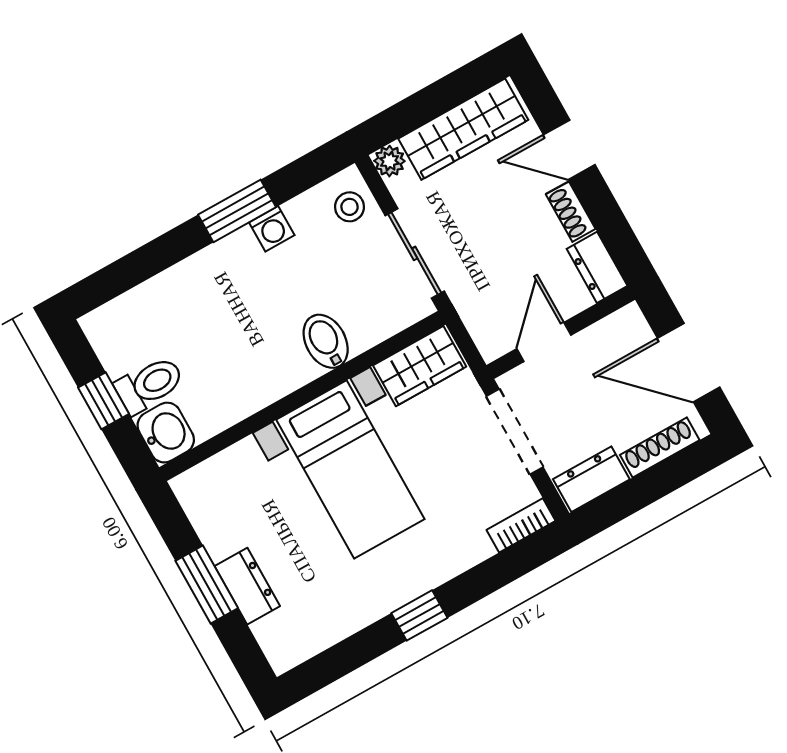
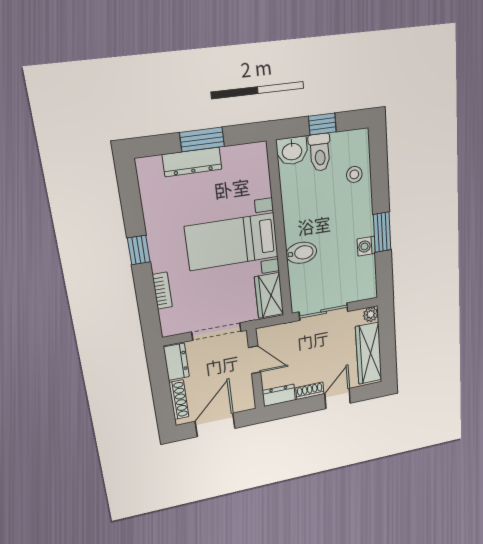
stool: (350, 207) -> (354, 174), moved
bookcase: (521, 525) -> (162, 291), moved
dresser: (247, 586) -> (192, 162), width x1.44

